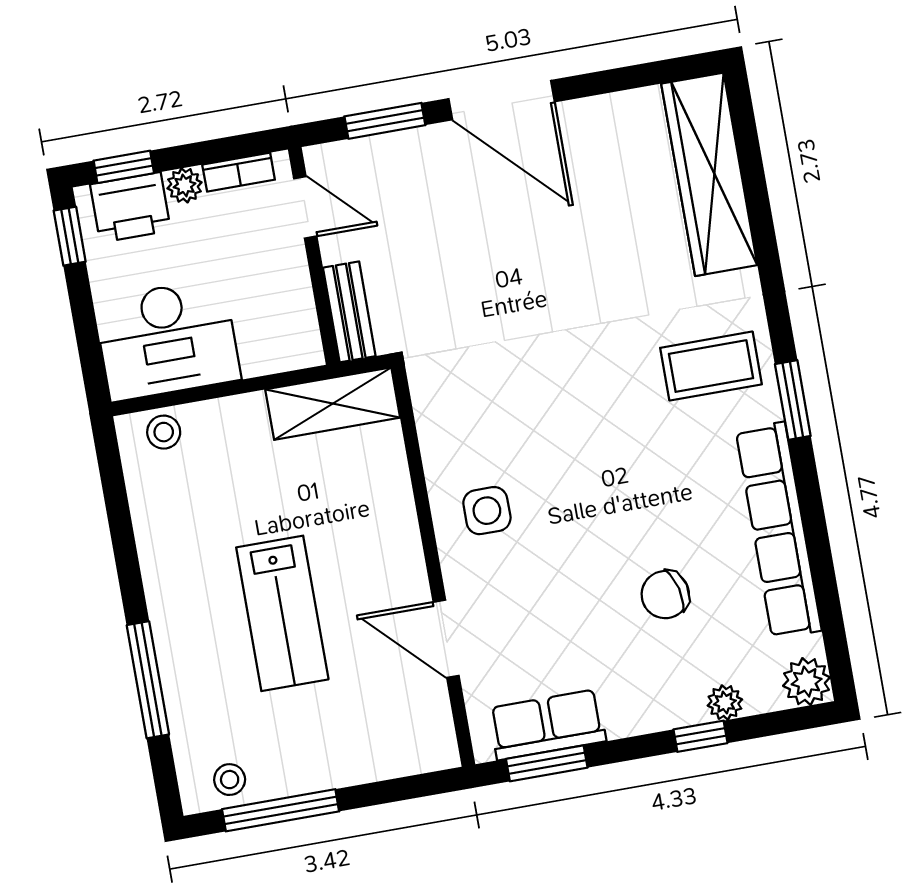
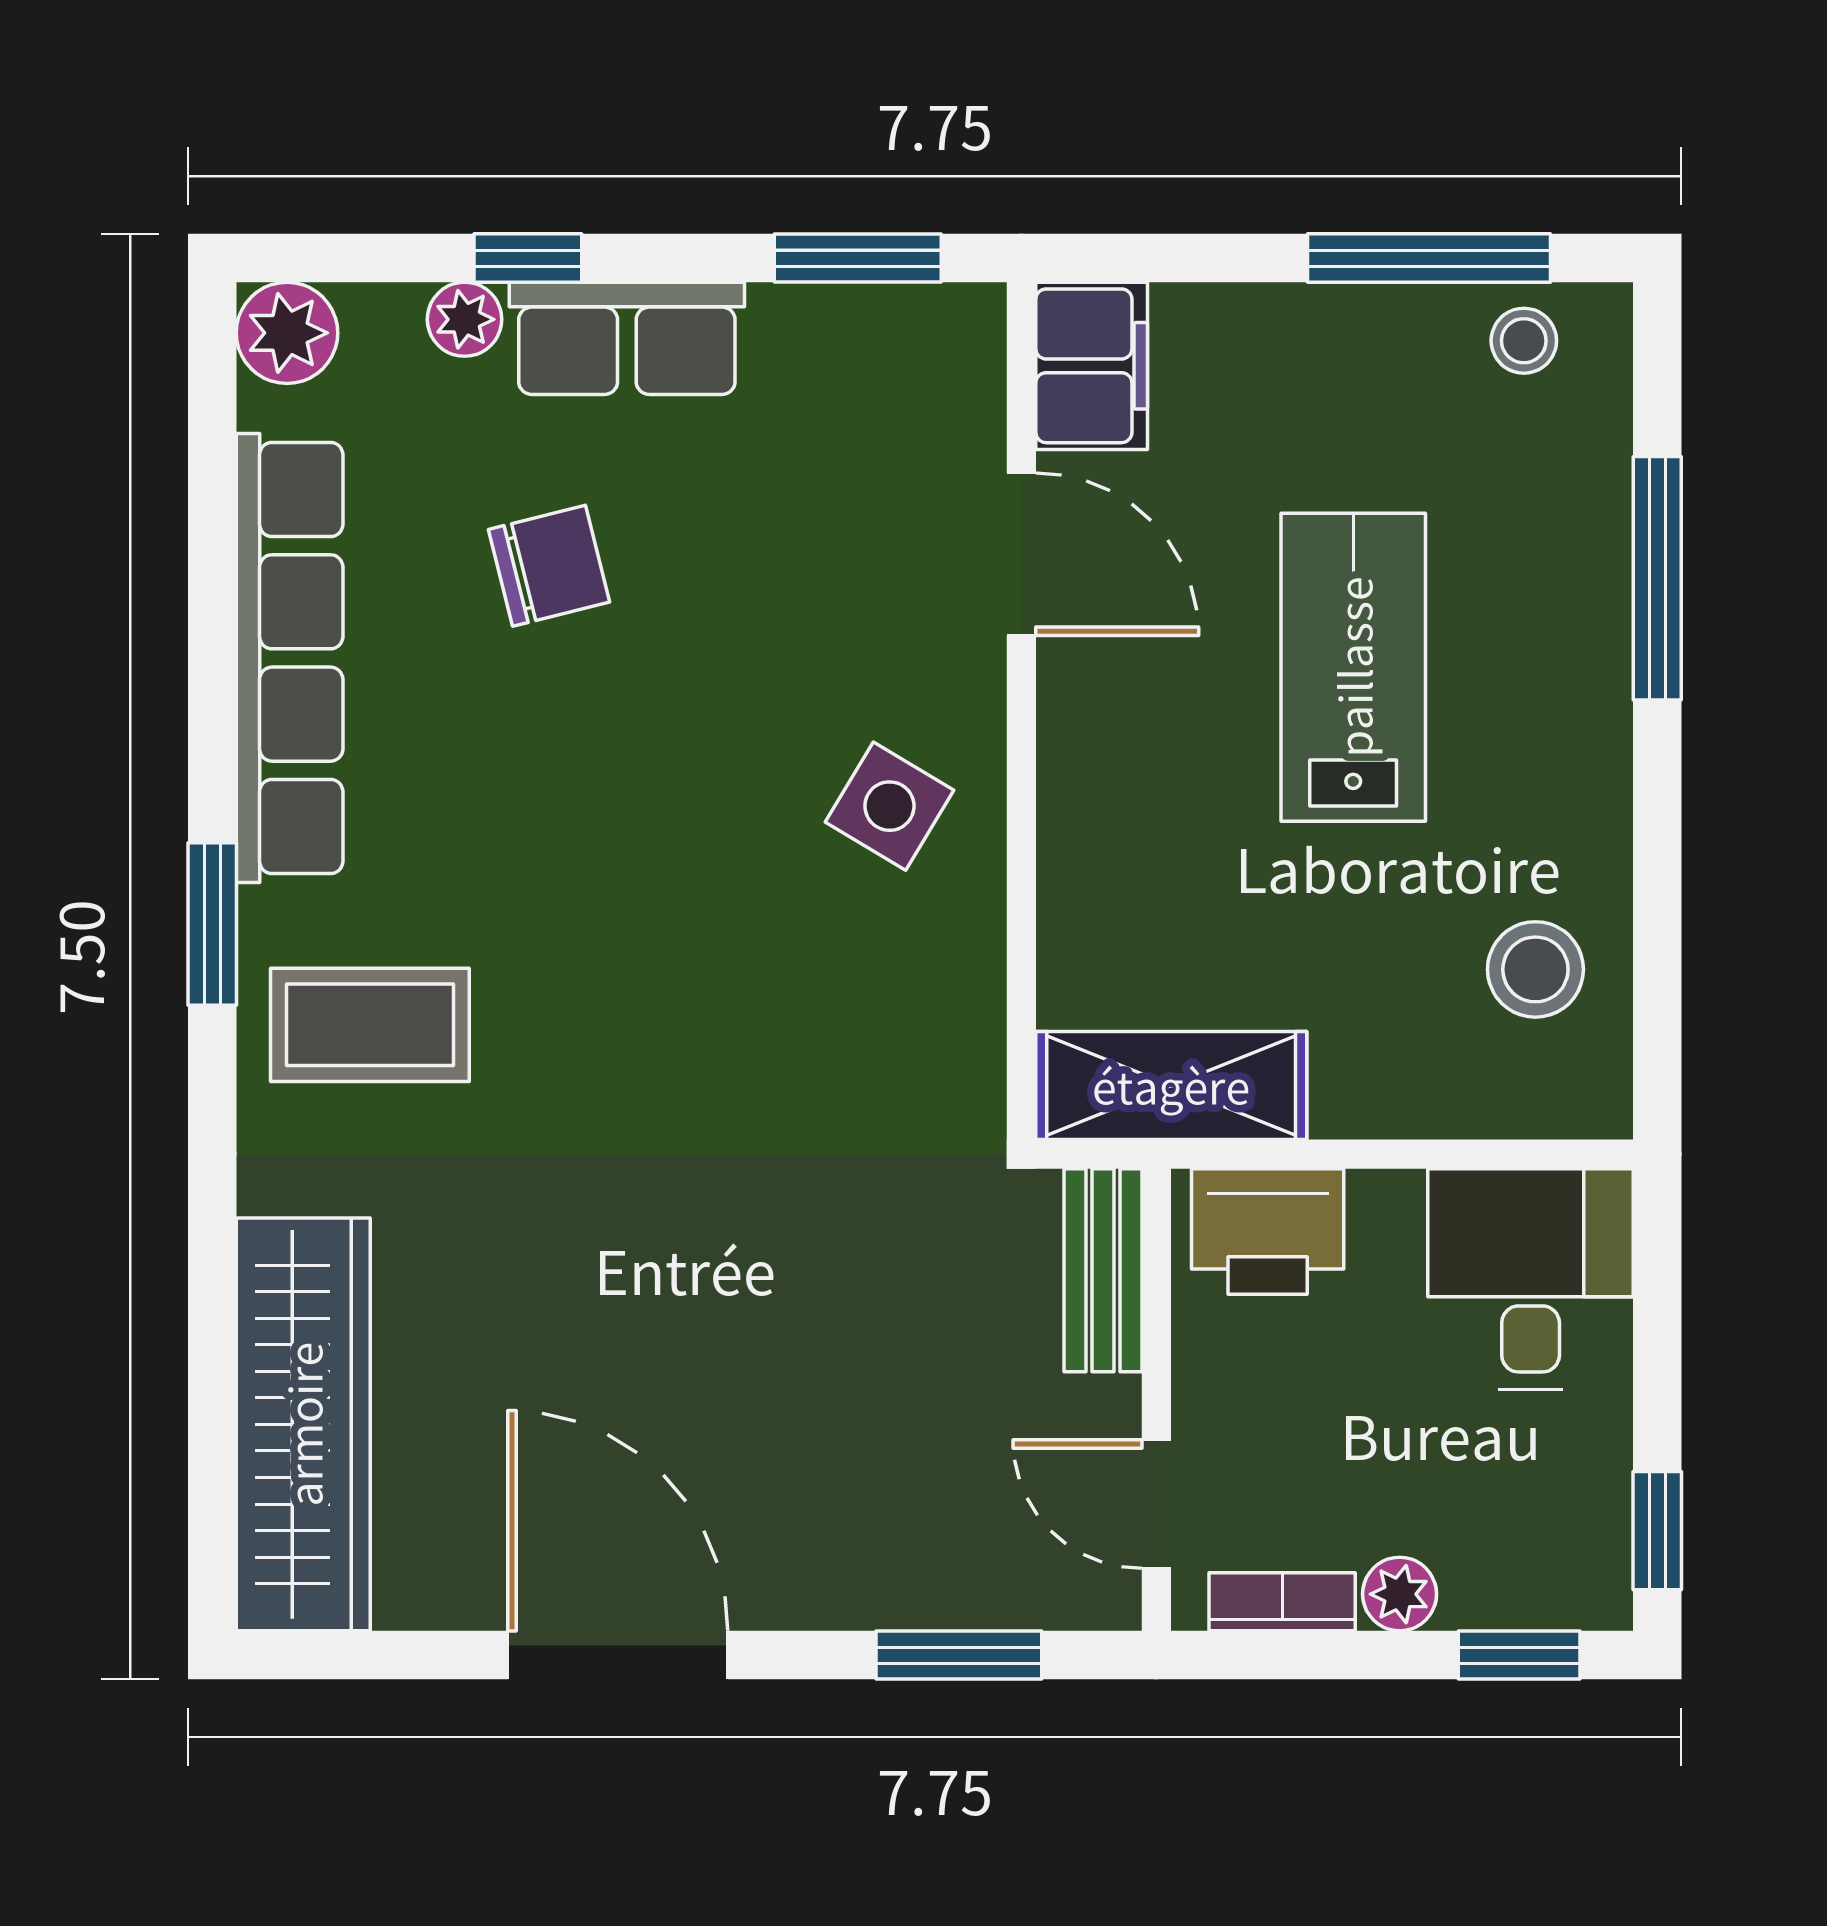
door: (502, 100) -> (618, 1655), moved
printer: (130, 207) -> (1268, 1231), moved, turned 180
desk: (167, 340) -> (1531, 1279), width x0.73
stool: (164, 432) -> (1535, 969), moved, width x1.37, depth x1.37
side table: (487, 511) -> (889, 806), turned 31
row of seats: (547, 725) -> (627, 338), moved
filing cabinet: (429, 732) -> (1092, 366), added

